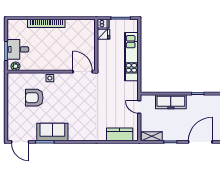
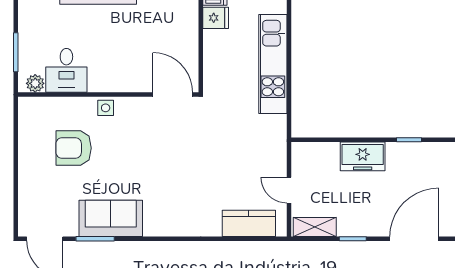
desk: (18, 49) -> (66, 70), moved, turned -90
freezer: (171, 102) -> (363, 156), width x0.71
door: (139, 107) -> (289, 190), moved

